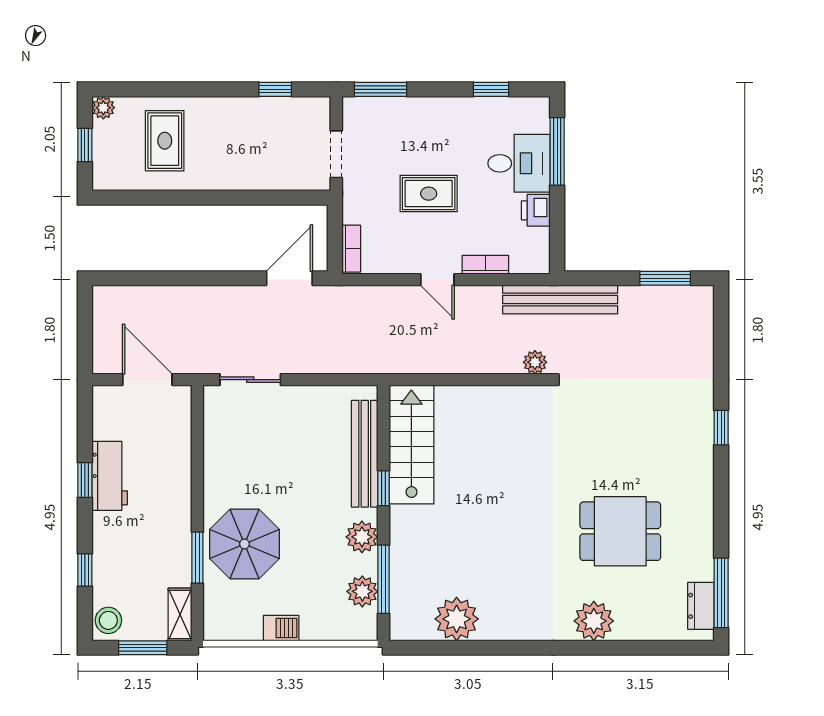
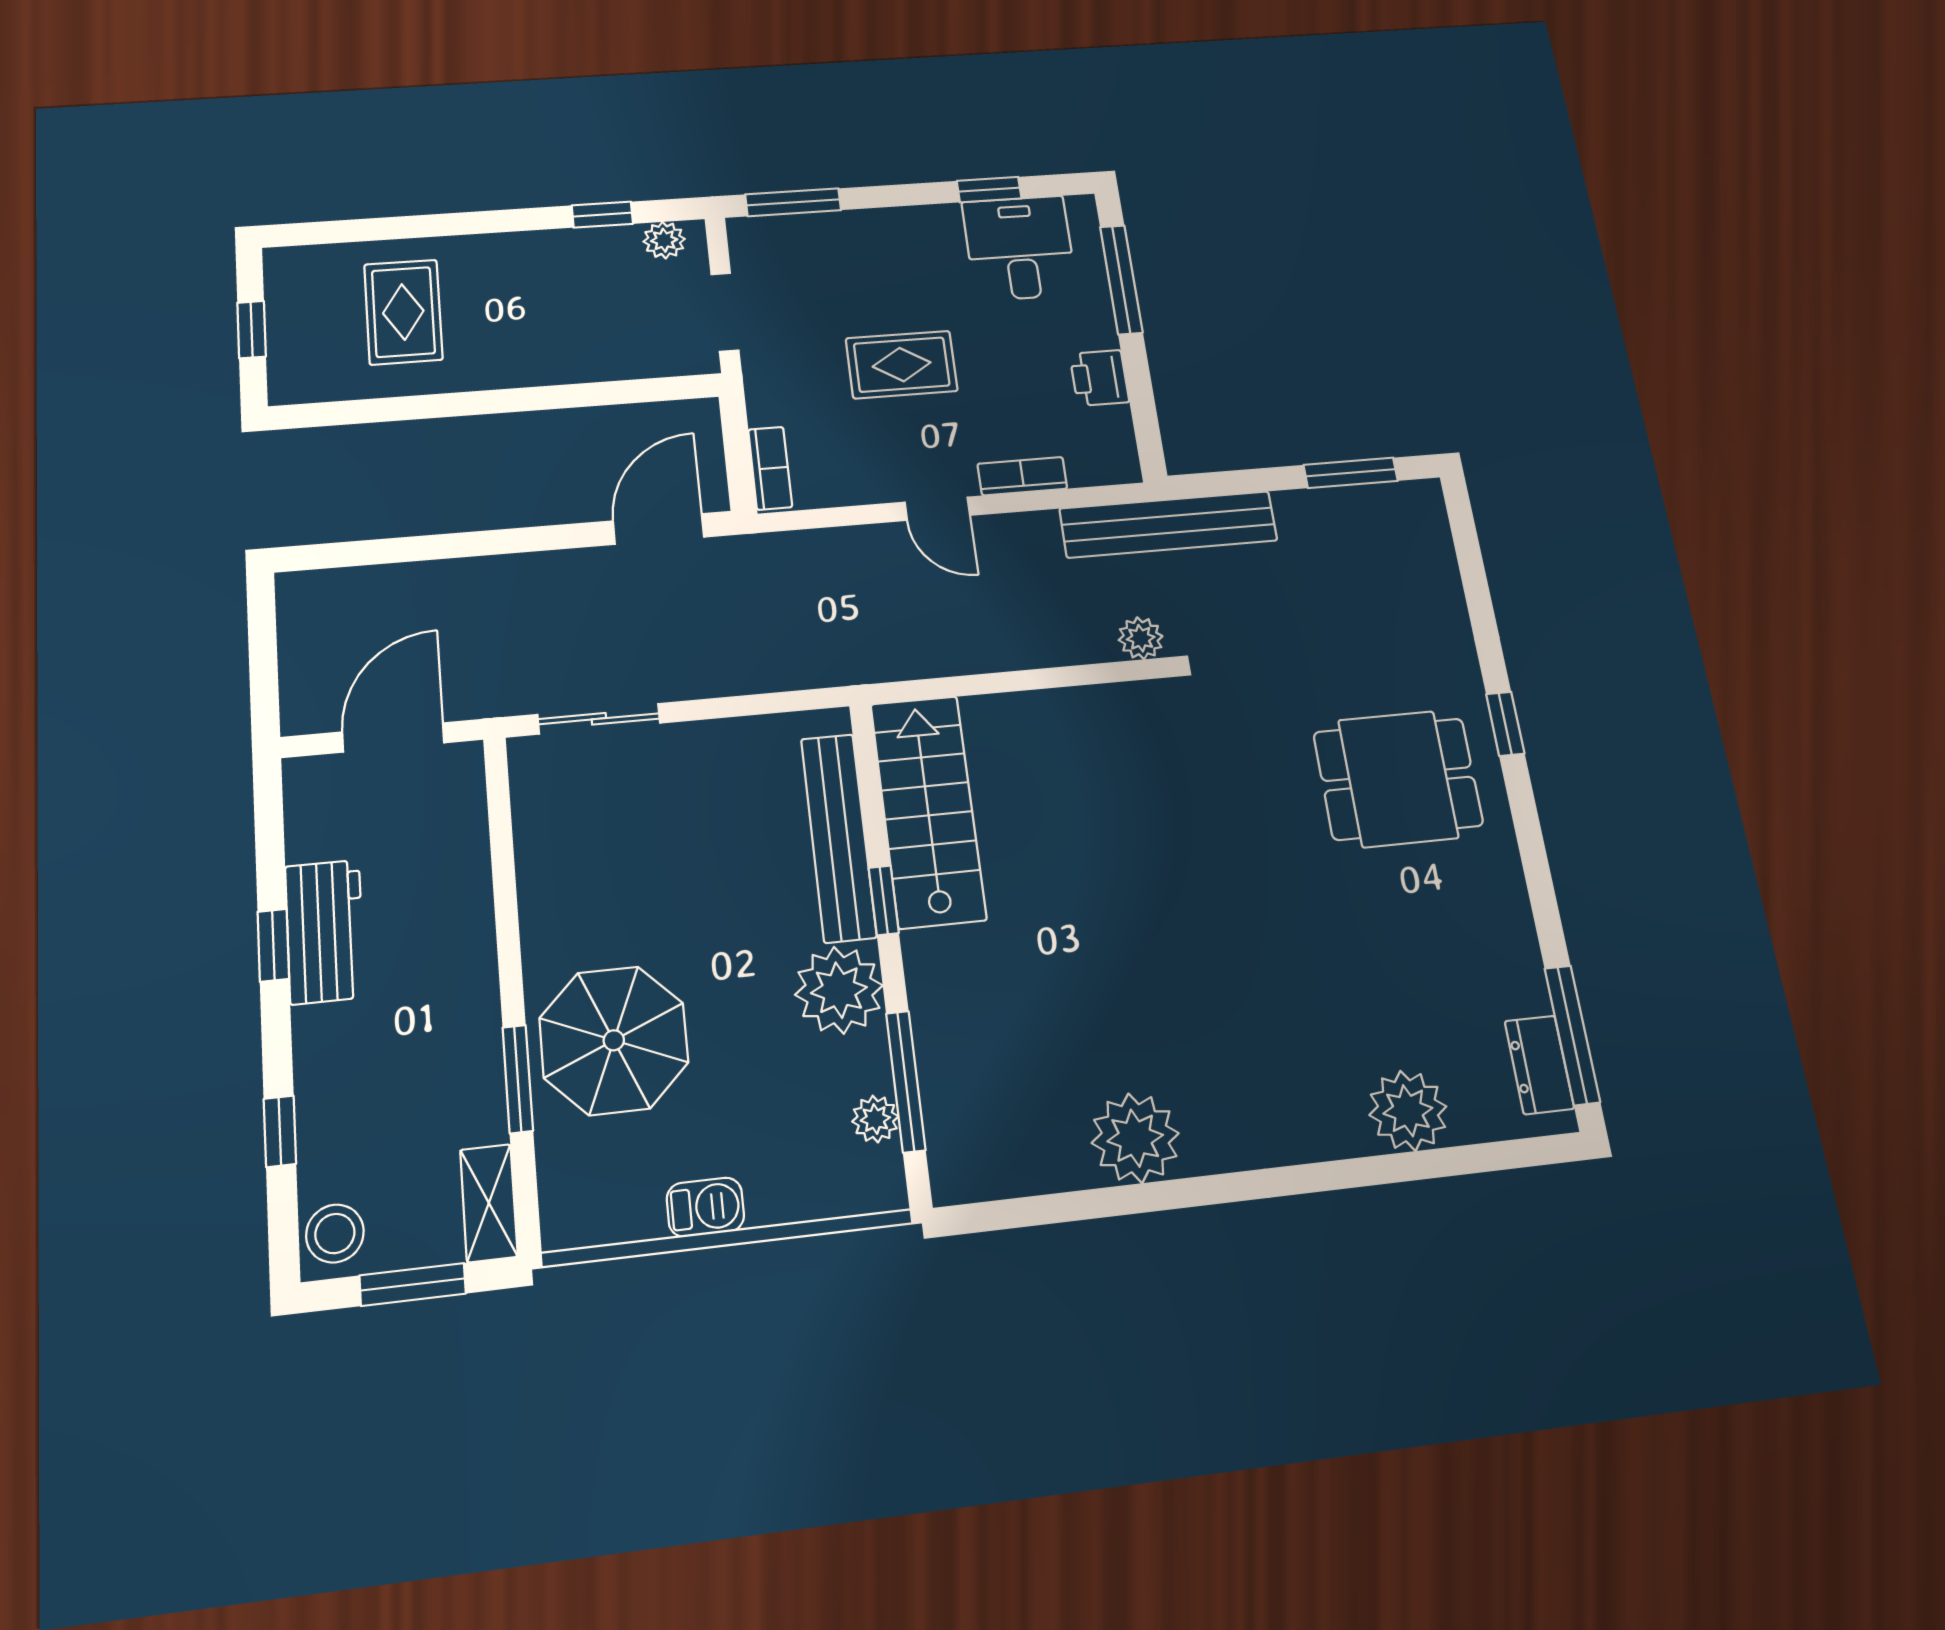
plant: (103, 108) -> (664, 240), moved
desk: (519, 163) -> (1020, 248), moved, turned -90
door: (147, 380) -> (393, 737), hinge flipped
dining table: (620, 531) -> (1398, 779), moved
plant: (362, 537) -> (839, 990), width x1.36, depth x1.36
plant: (362, 591) -> (875, 1119), width x0.73, depth x0.73
plant: (457, 619) -> (1135, 1138), moved
plant: (594, 621) -> (1408, 1111), moved

